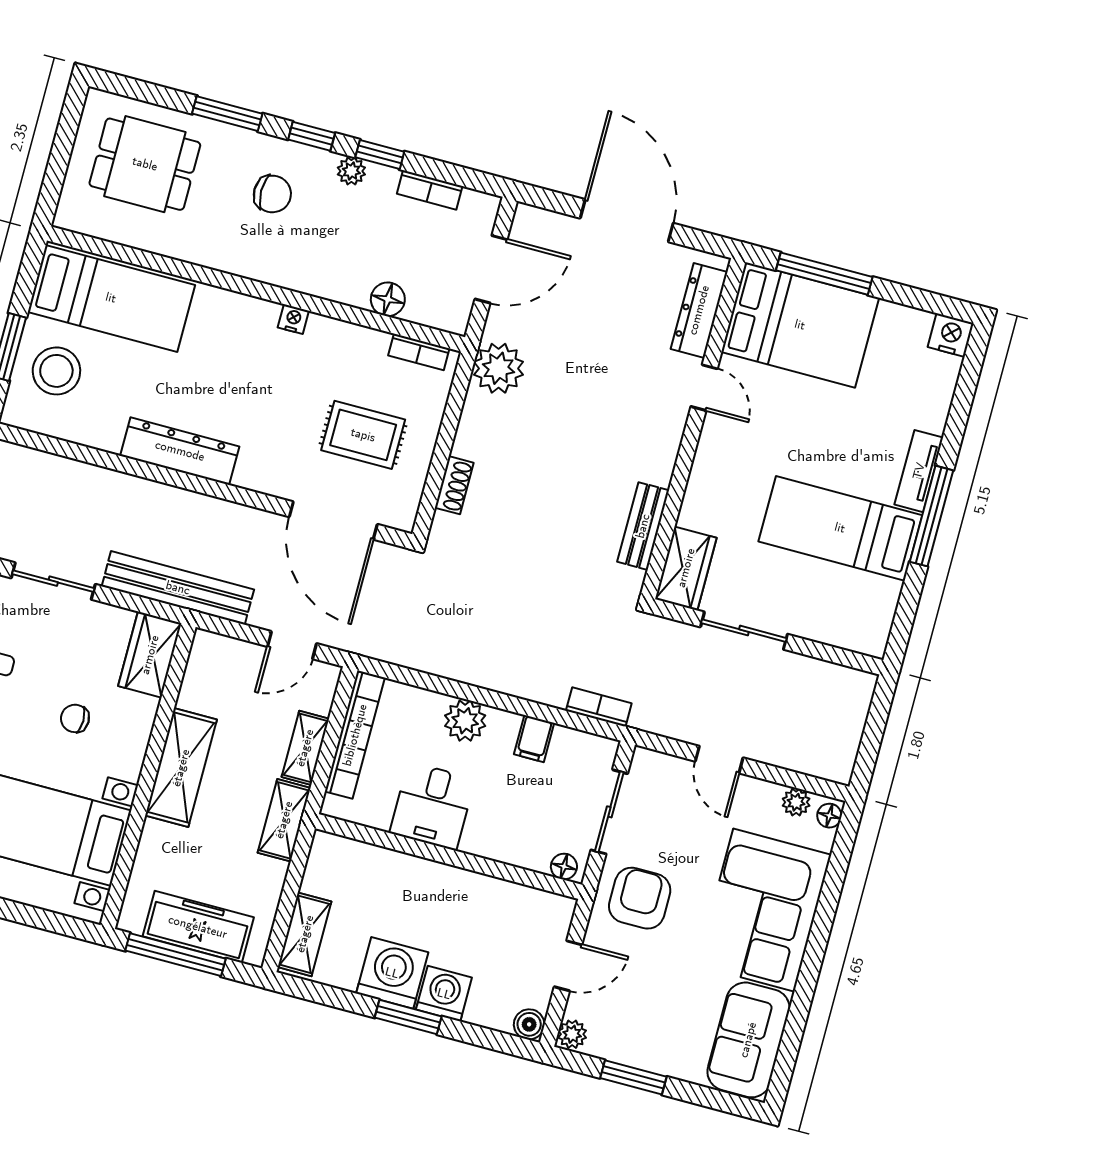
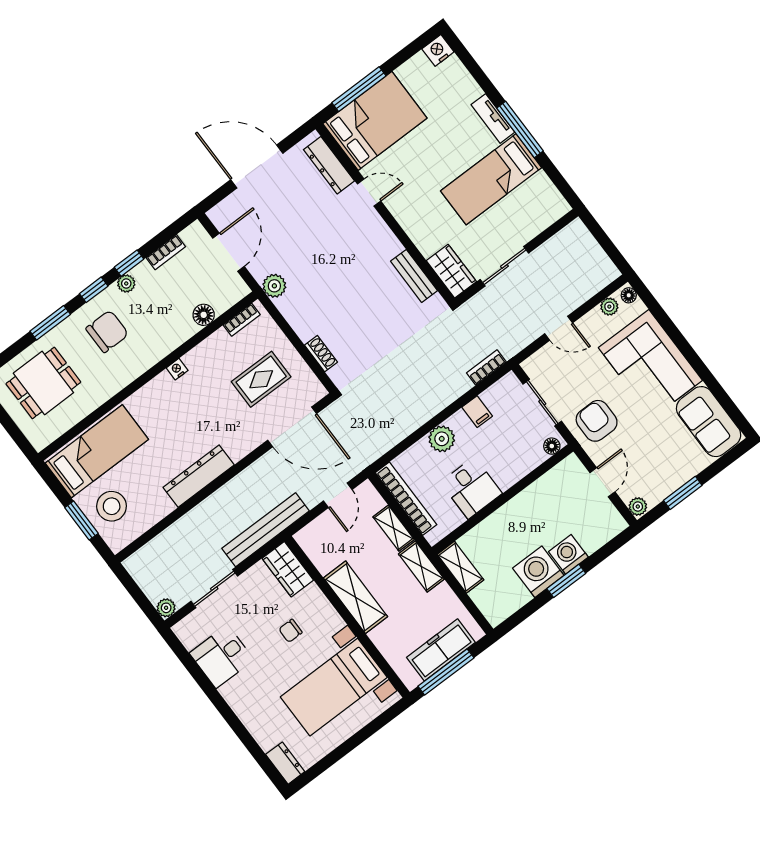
chair: (272, 194) -> (107, 331), width x1.37, depth x1.37
plant: (499, 368) -> (274, 286), width x0.73, depth x0.73
shelving: (305, 934) -> (460, 567), moved
boiler: (529, 1024) -> (616, 524), removed

